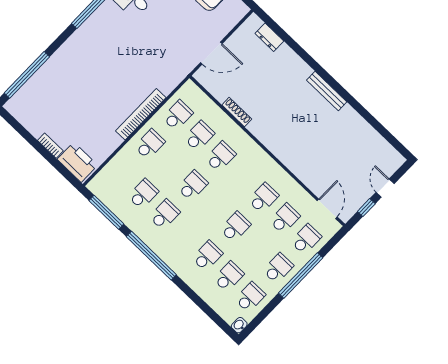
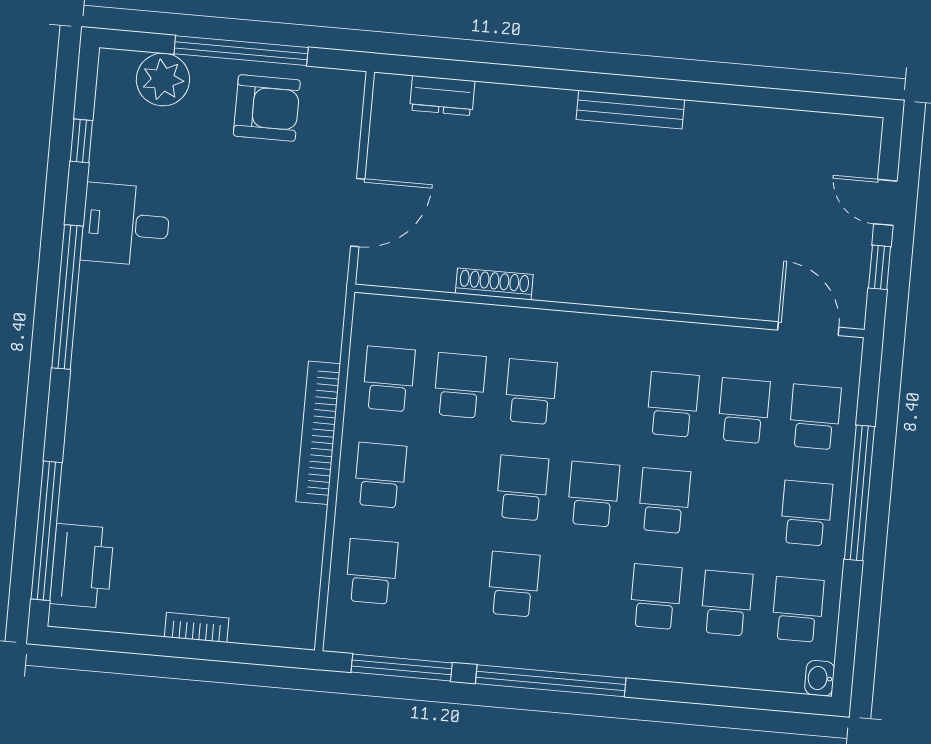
printer: (78, 162) -> (82, 566), moved, turned 90
school desk: (143, 194) -> (372, 571), moved
school desk: (214, 206) -> (593, 494), added

